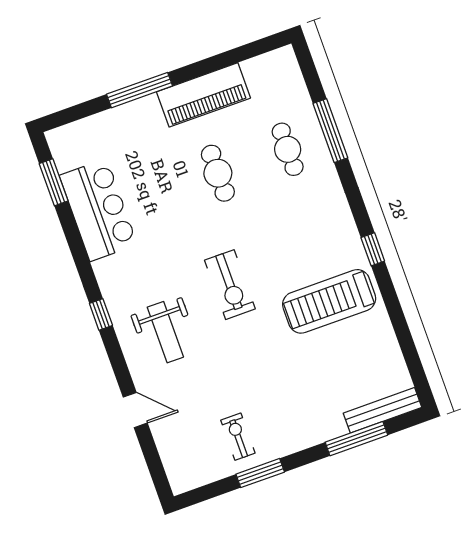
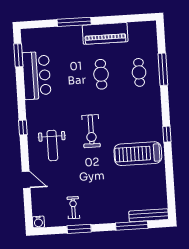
water cooler: (180, 482) -> (38, 222), added

